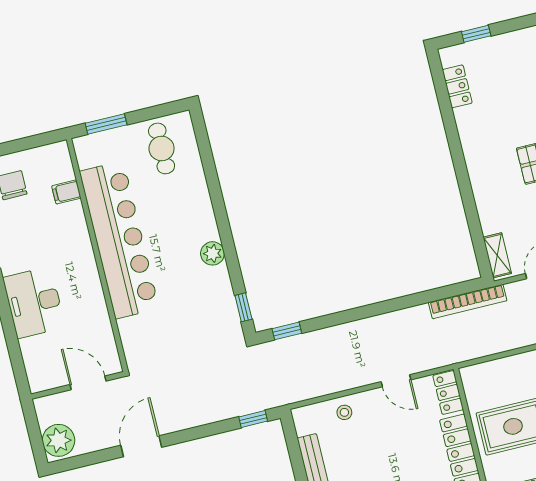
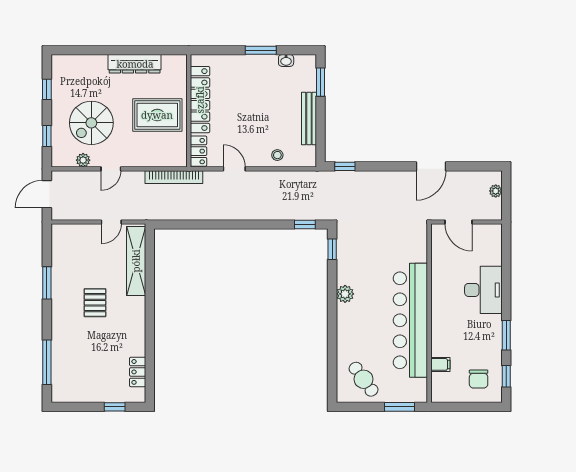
cafe table: (162, 148) -> (364, 379), turned -36
shelving: (497, 255) -> (136, 261), width x2.20, depth x1.33
bookcase: (468, 302) -> (174, 177), moved, turned 180
plant: (59, 440) -> (496, 191), width x0.53, depth x0.53

